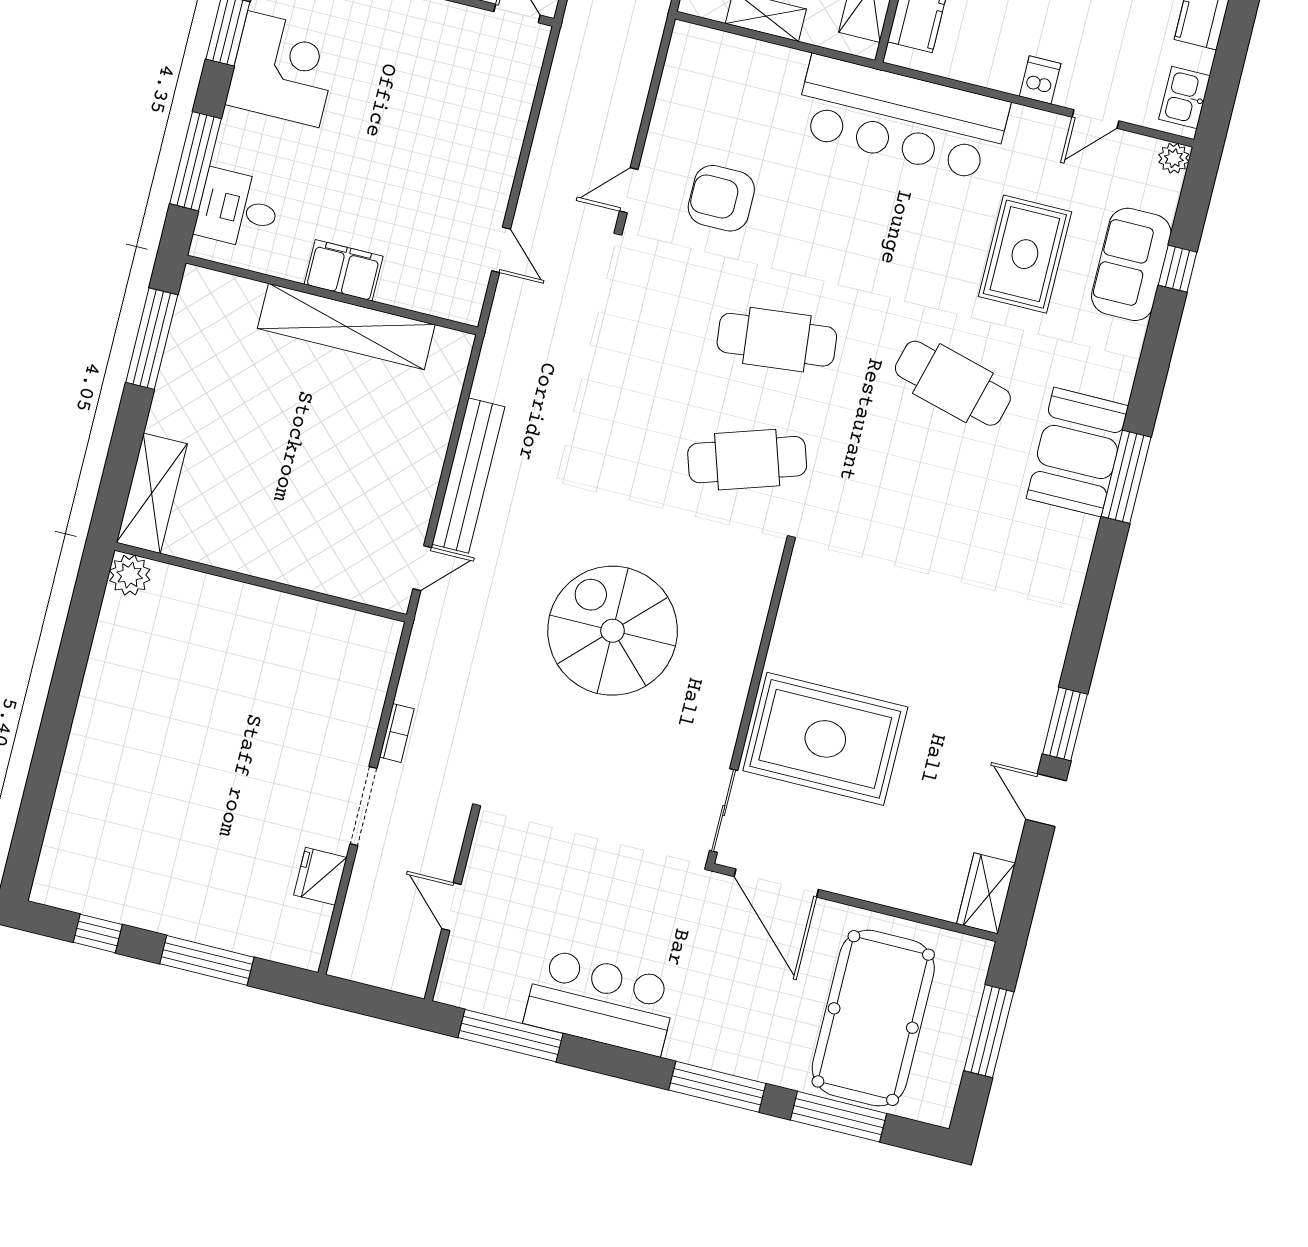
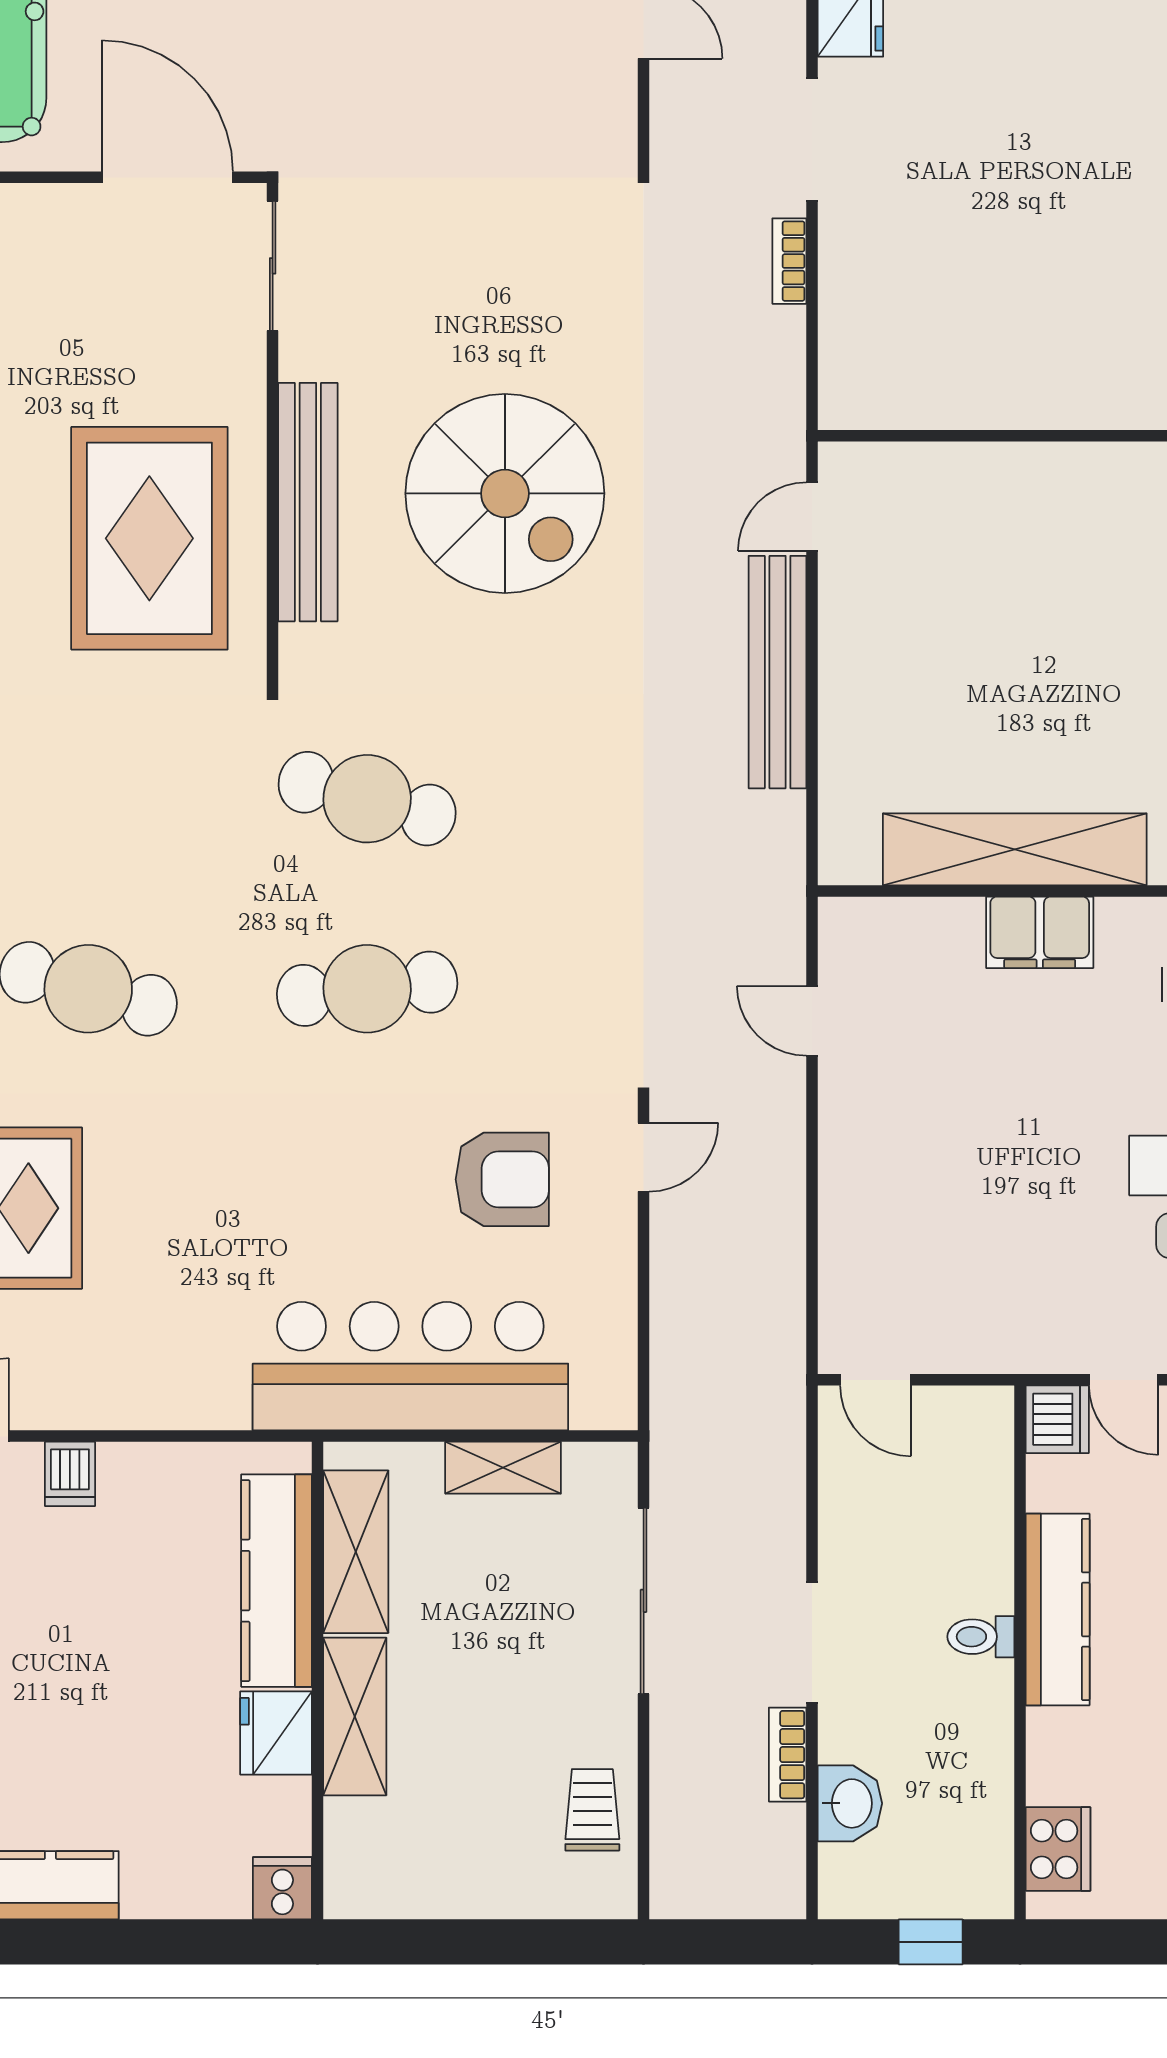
bar counter: (902, 118) -> (410, 1366), moved
cafe table: (747, 460) -> (367, 799), turned 33
bench: (738, 656) -> (308, 502), added
rug: (825, 739) -> (149, 538), moved, turned 90

